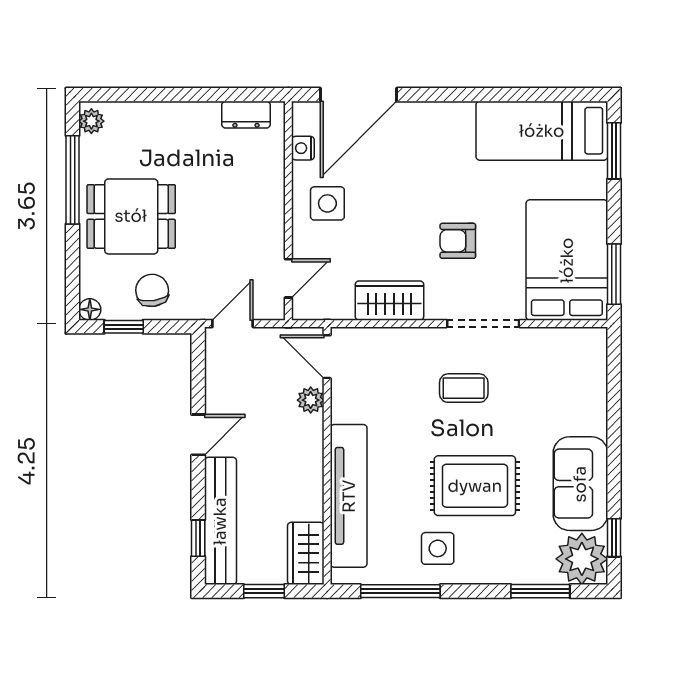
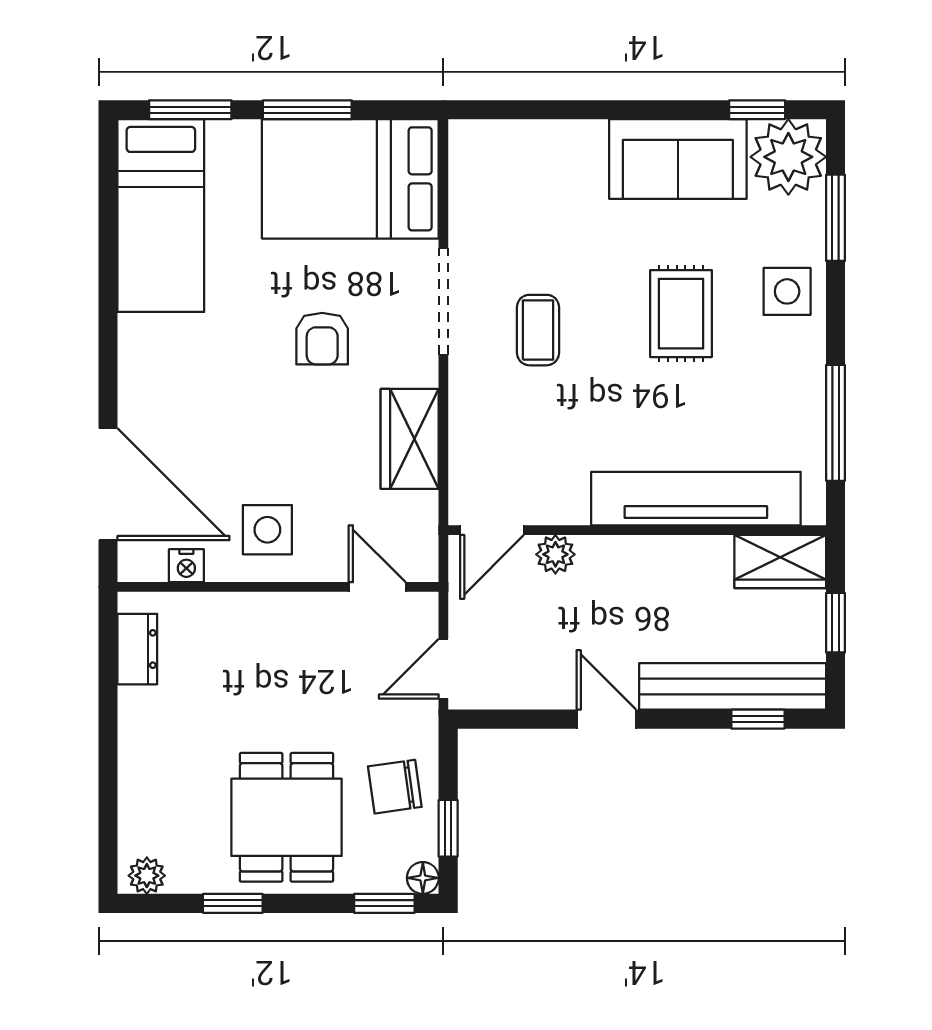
window: (72, 180) -> (233, 903), width x0.46
window: (614, 274) -> (307, 110), moved
window: (72, 283) -> (384, 903), added
door: (233, 324) -> (443, 669), hinge flipped
rug: (475, 486) -> (681, 314), width x0.73, depth x0.70
side table: (438, 548) -> (787, 291), moved

